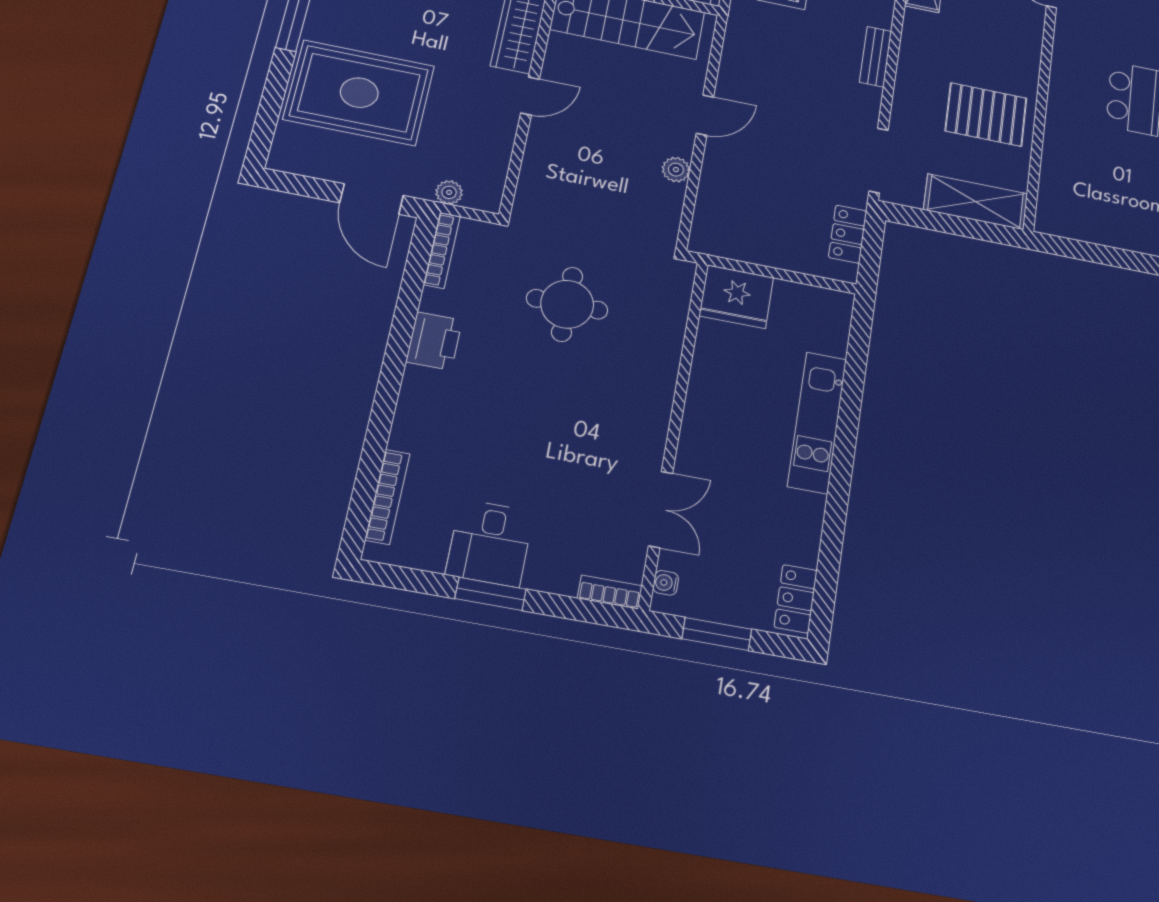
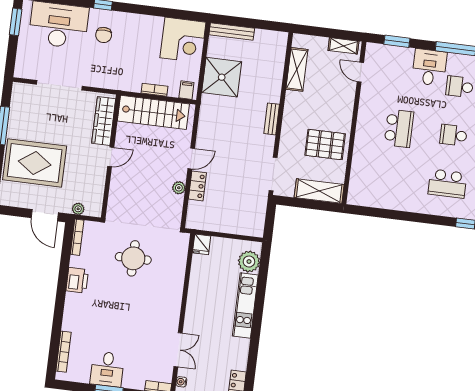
locker: (848, 234) -> (197, 186), moved, turned 180
fridge: (736, 297) -> (202, 244), width x0.53, depth x0.75
plant: (826, 331) -> (249, 262), added

